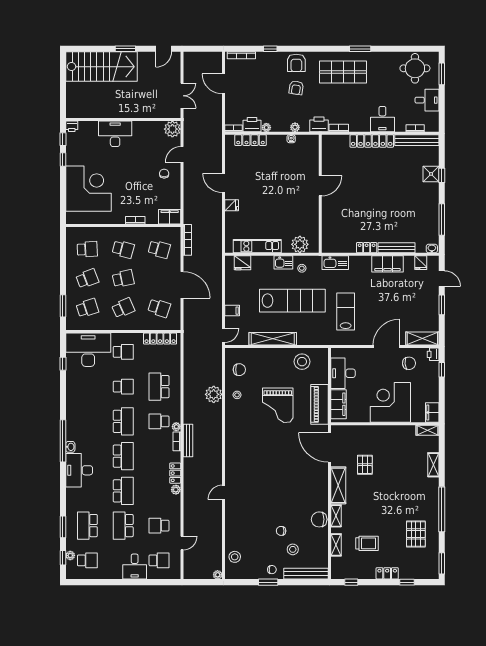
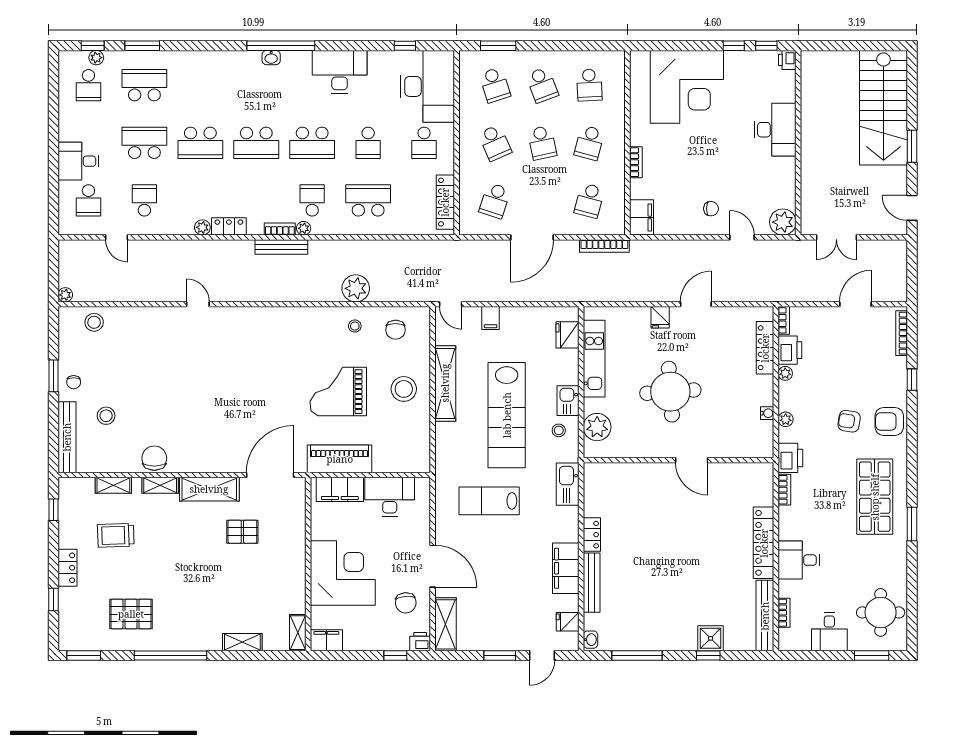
round table: (278, 199) -> (670, 392), added
lab bench: (346, 311) -> (489, 501), turned 180
stool: (302, 362) -> (404, 389), moved
desk: (79, 470) -> (340, 72), moved
chair: (281, 531) -> (136, 397), removed
trolley: (367, 543) -> (116, 535), turned 88

